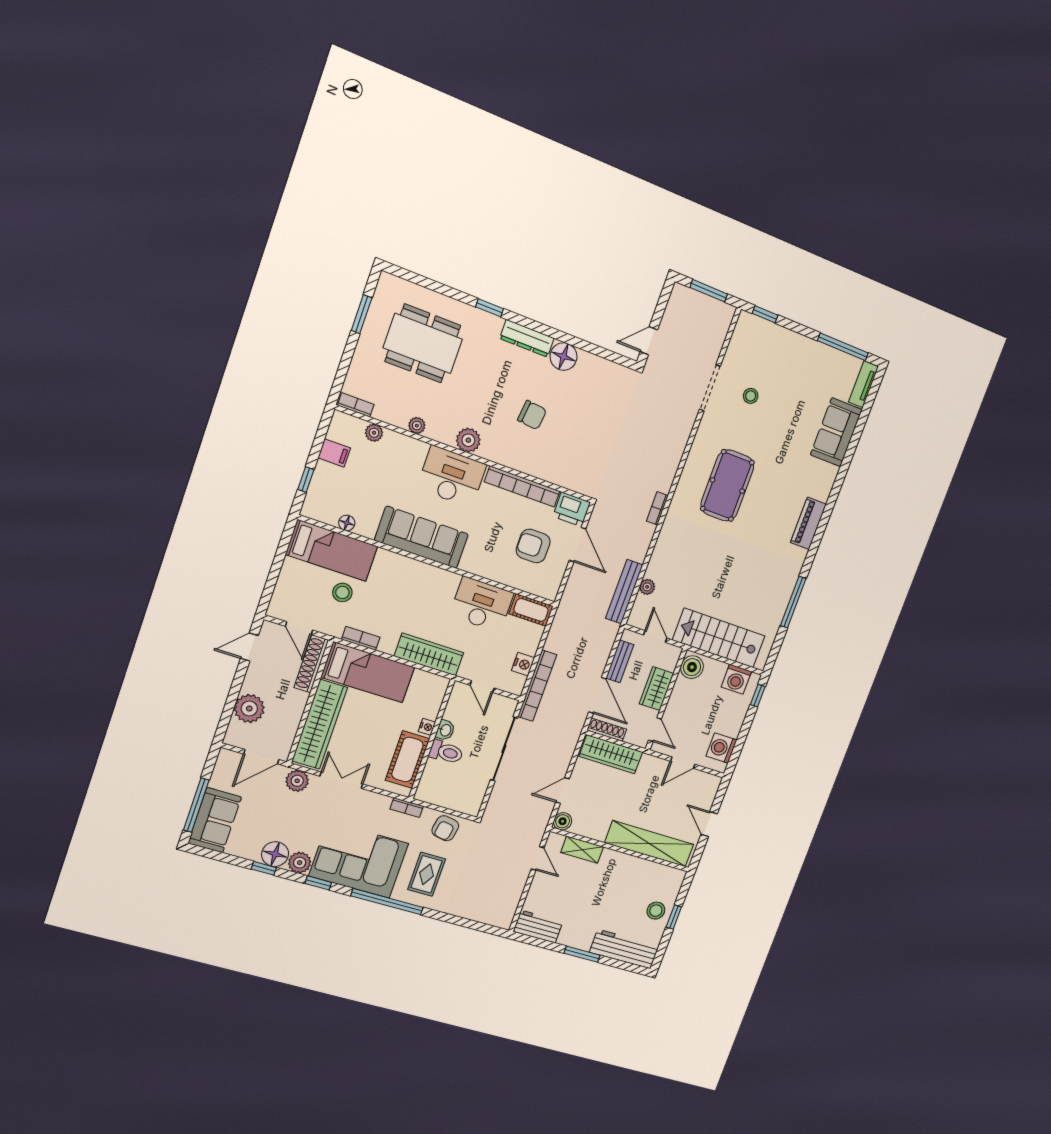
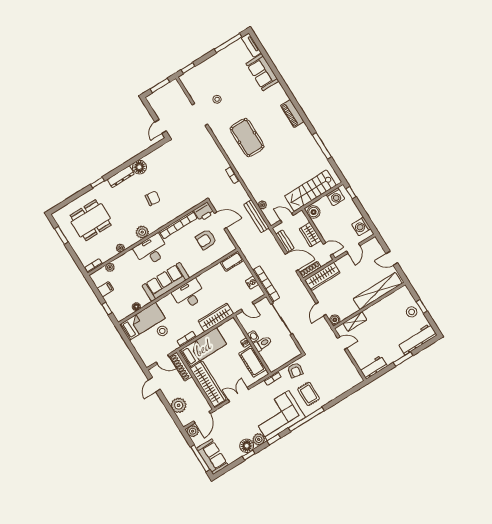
desk: (482, 604) -> (189, 294), moved
plant: (297, 781) -> (193, 431), moved

